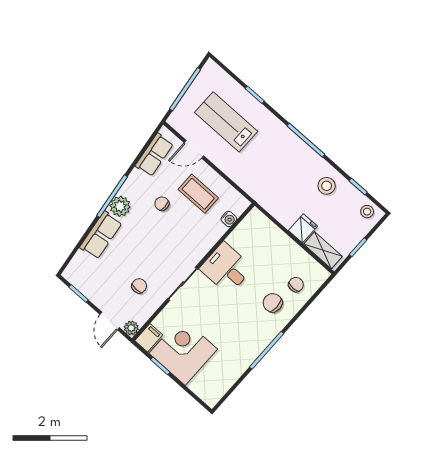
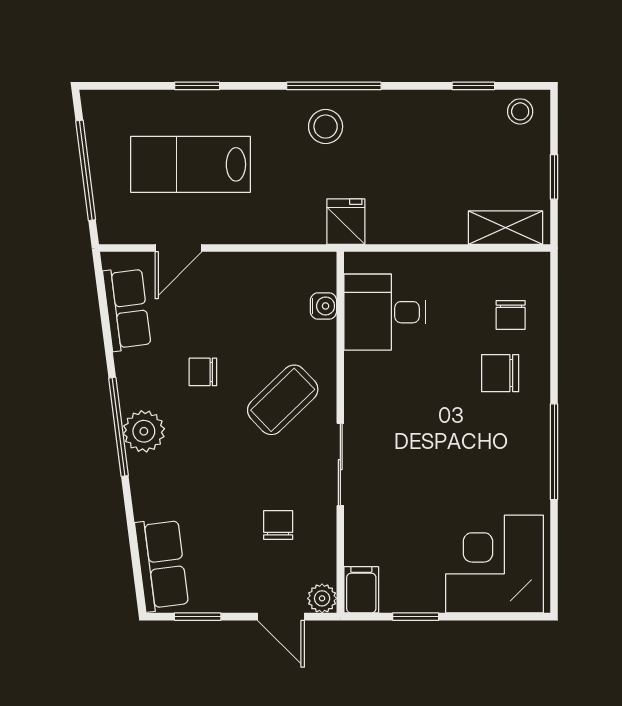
stool: (327, 186) -> (326, 127), moved
coffee table: (198, 194) -> (283, 400), moved, turned -44
fridge: (303, 228) -> (346, 222), moved
row of seats: (101, 235) -> (162, 565), moved
desk: (226, 268) -> (385, 312), moved
chair: (296, 285) -> (511, 315), turned 180
corner desk: (183, 351) -> (495, 564), moved

